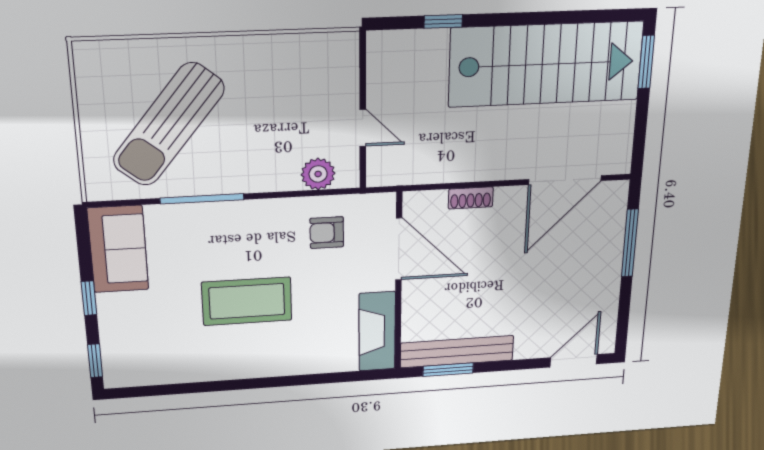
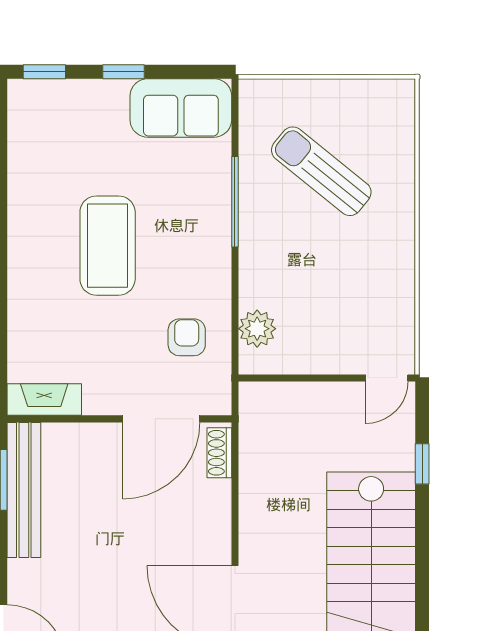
sun lounger: (169, 125) -> (321, 171), width x0.73, depth x0.75
door: (363, 128) -> (387, 378), moved
shoe rack: (471, 198) -> (219, 453), moved
fireplace: (377, 331) -> (44, 400), width x0.73, depth x0.76

